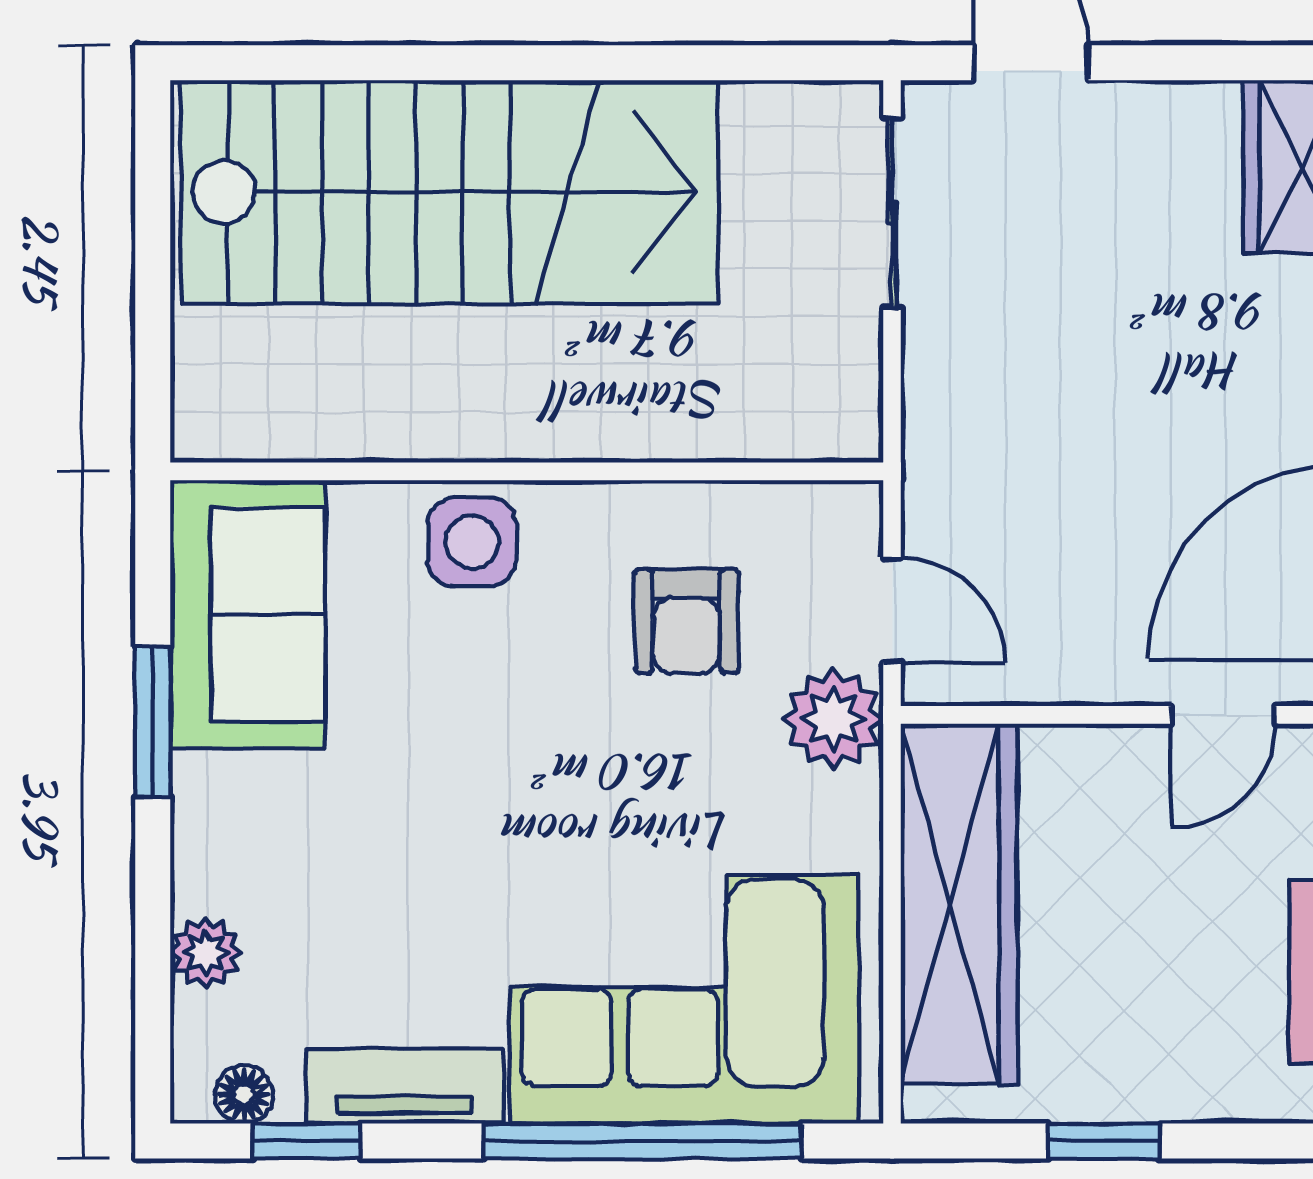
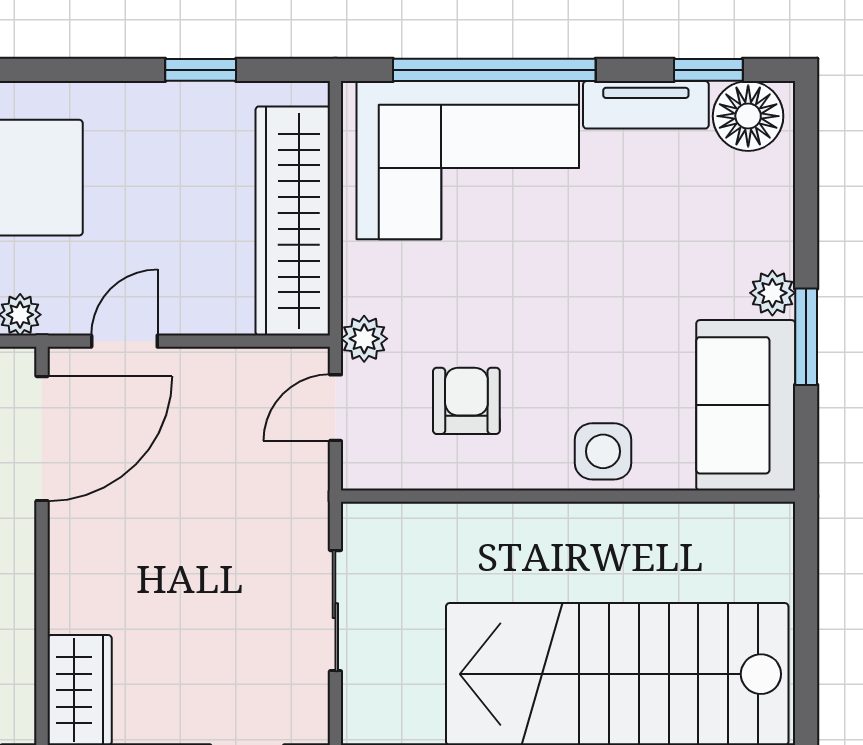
sliding door: (892, 213) -> (335, 611), moved
door: (892, 610) -> (335, 408), hinge flipped
plant: (833, 719) -> (364, 339), width x0.73, depth x0.73
plant: (206, 952) -> (772, 293), moved
floor lamp: (244, 1094) -> (748, 116), width x1.89, depth x1.89

